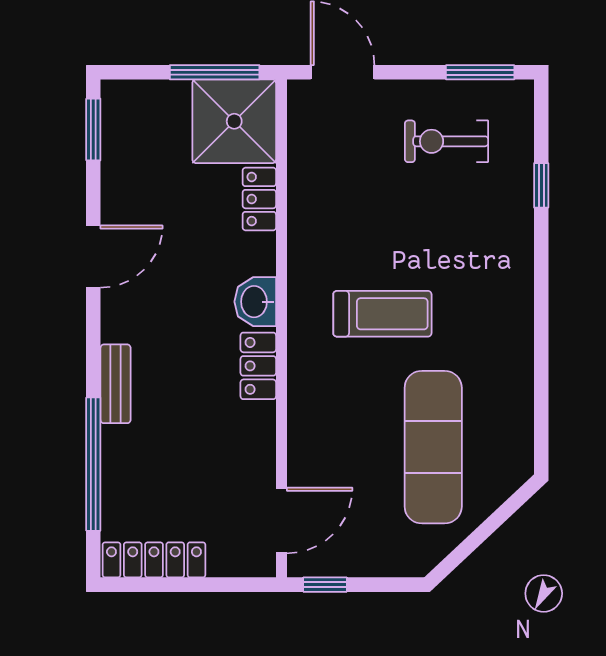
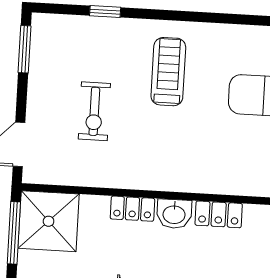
exercise bike: (447, 141) -> (94, 111), moved
locker: (259, 199) -> (132, 209), moved
treadmill: (382, 314) -> (168, 72), moved

